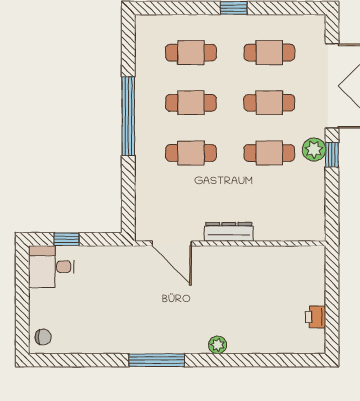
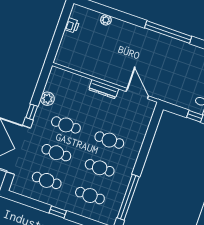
window: (128, 116) -> (128, 197), moved
plant: (314, 149) -> (47, 99), moved
plant: (218, 345) -> (106, 20), moved
window: (157, 360) -> (168, 32), width x1.46

